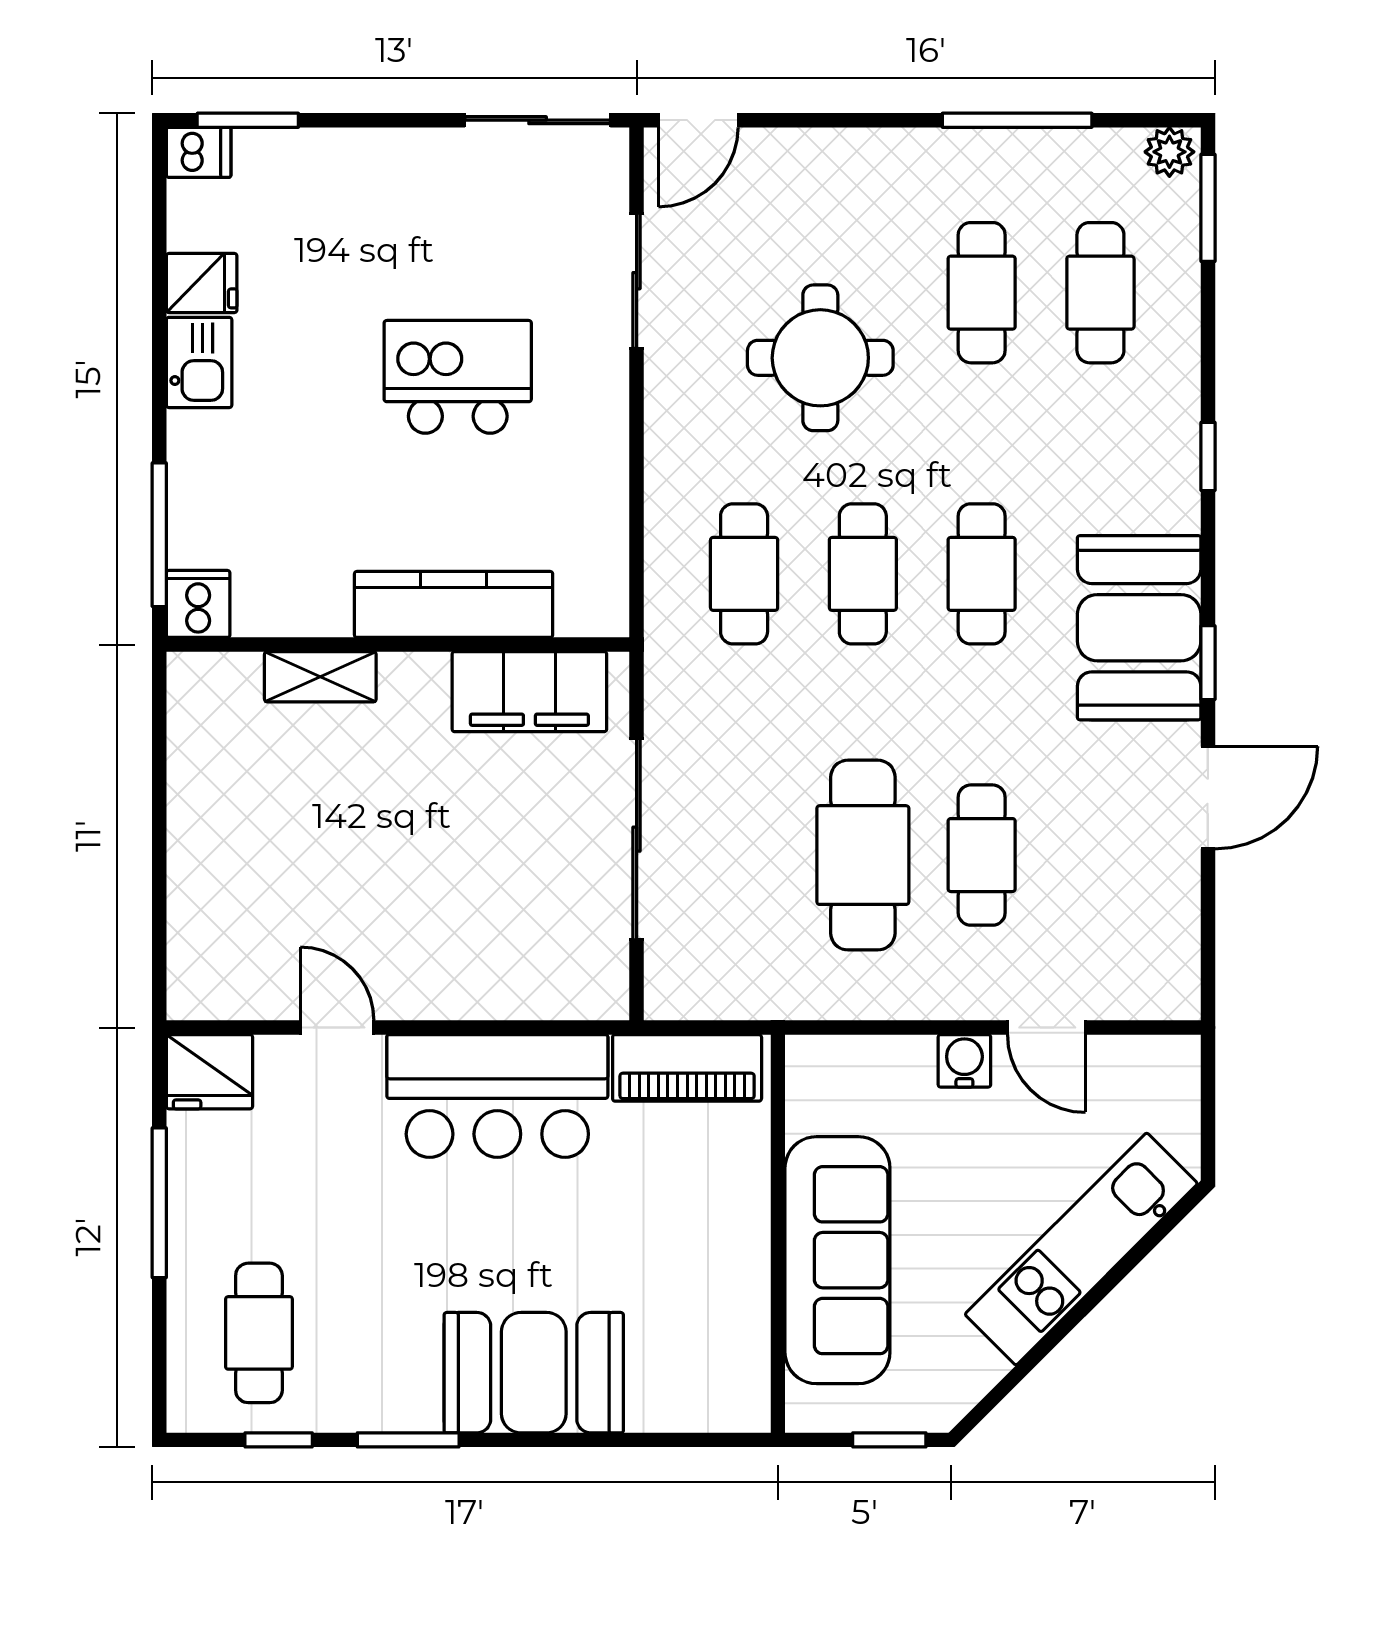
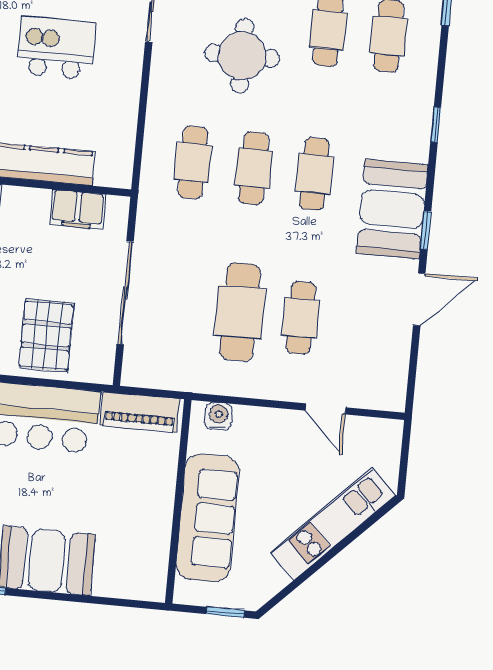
filing cabinet: (529, 692) -> (78, 209), width x0.67, depth x0.86
pallet: (492, 936) -> (46, 335), added
water cooler: (964, 1061) -> (218, 416), moved

